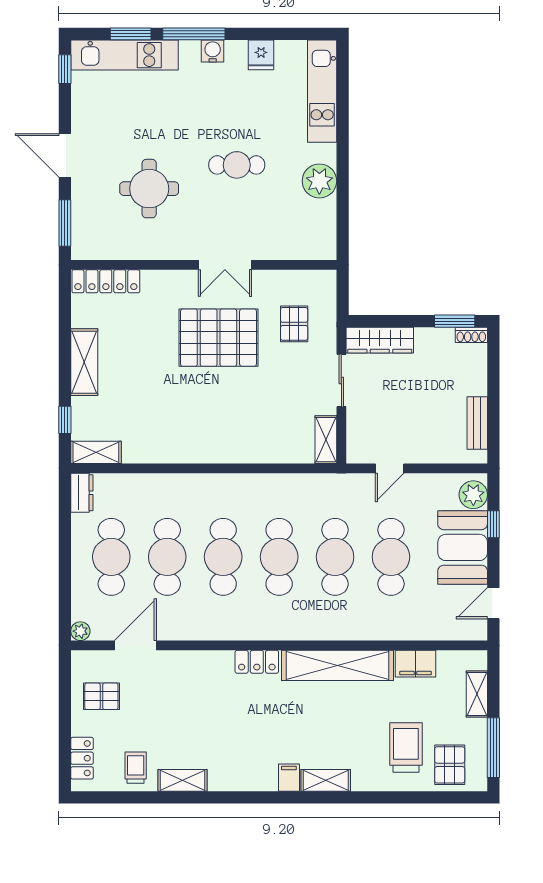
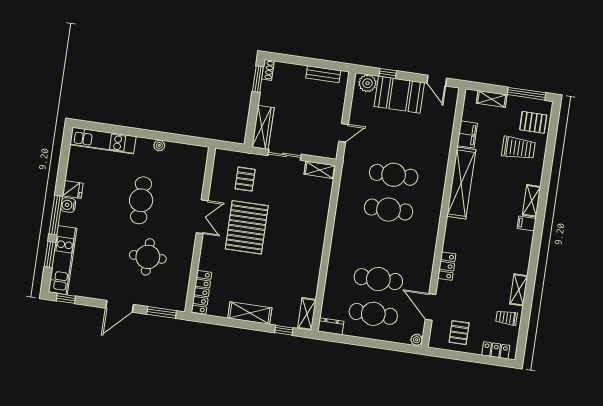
fridge: (261, 55) -> (73, 189), moved
cafe table: (237, 165) -> (141, 200), width x1.37, depth x1.35
plant: (319, 181) -> (159, 145), width x0.53, depth x0.53
pallet: (294, 324) -> (245, 179), turned 90
door: (390, 468) -> (343, 133), hinge flipped
cafe table: (223, 557) -> (383, 244), removed
cafe table: (391, 557) -> (399, 140), removed
locker: (257, 662) -> (447, 266), moved
trolley: (406, 747) -> (518, 148), turned 180

